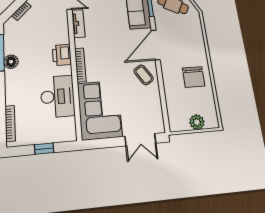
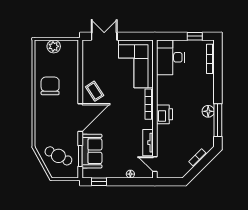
desk: (58, 96) -> (170, 57), moved
window: (44, 149) -> (195, 36), moved

